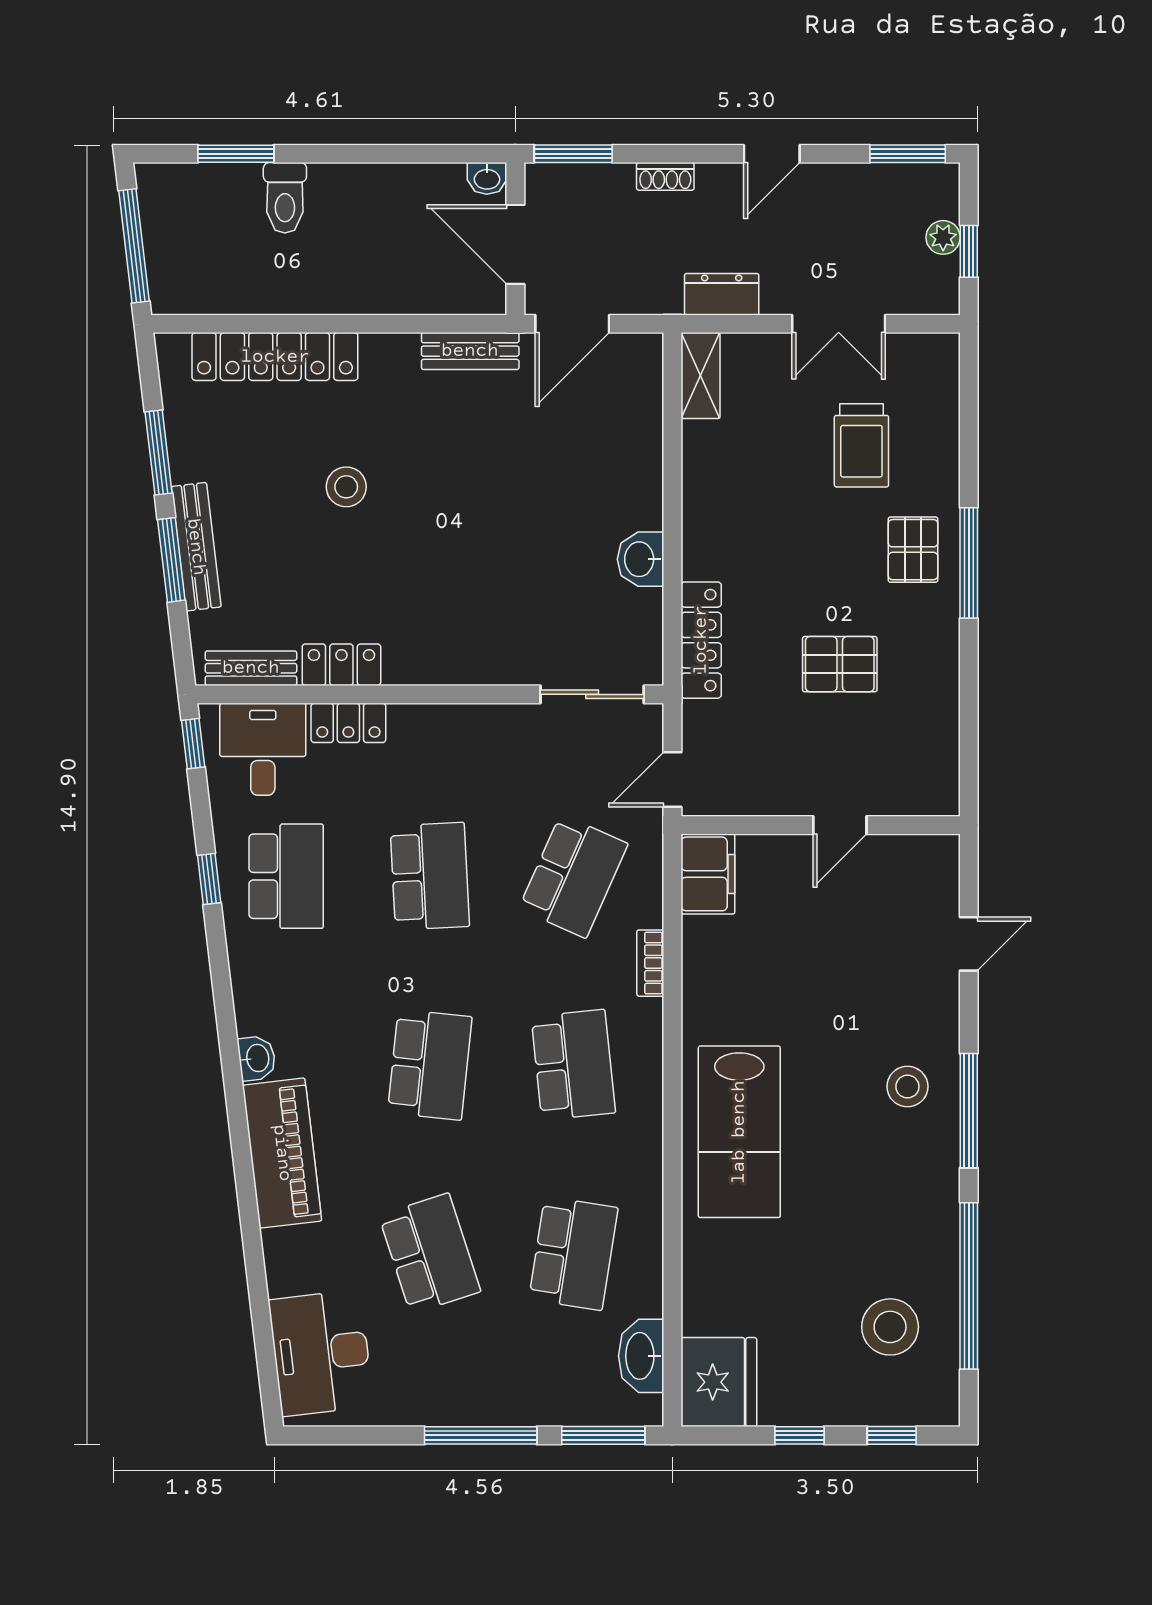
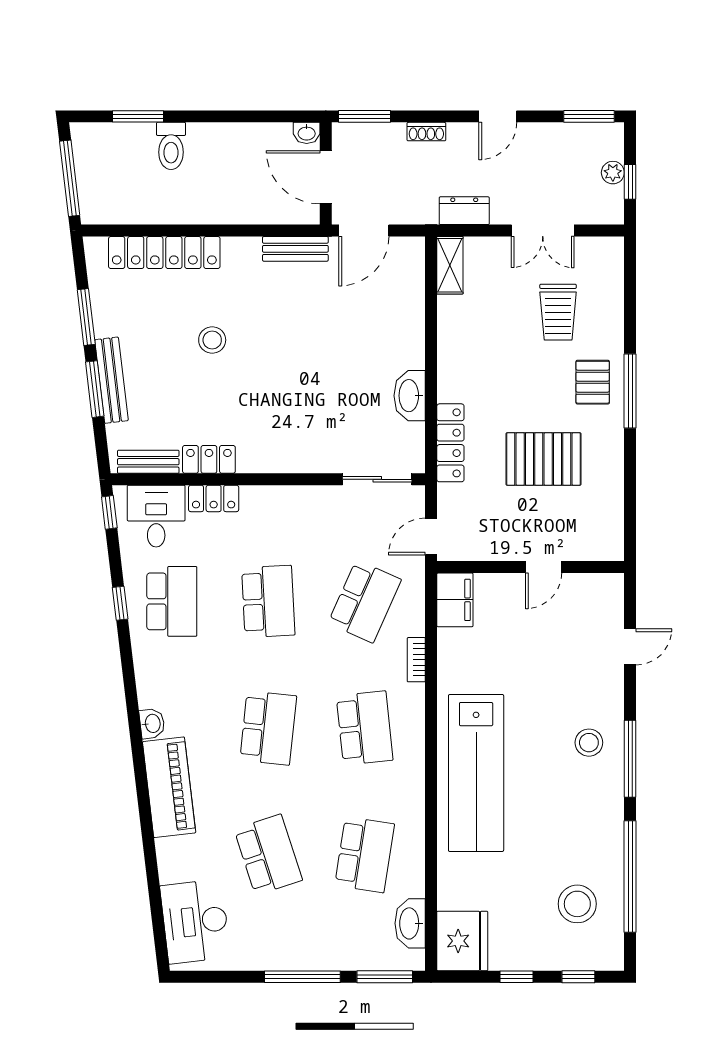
washbasin: (641, 559) -> (410, 396), width x1.38
pallet: (840, 664) -> (543, 459), width x1.50, depth x1.42
lab bench: (739, 1132) -> (476, 773), width x1.36

